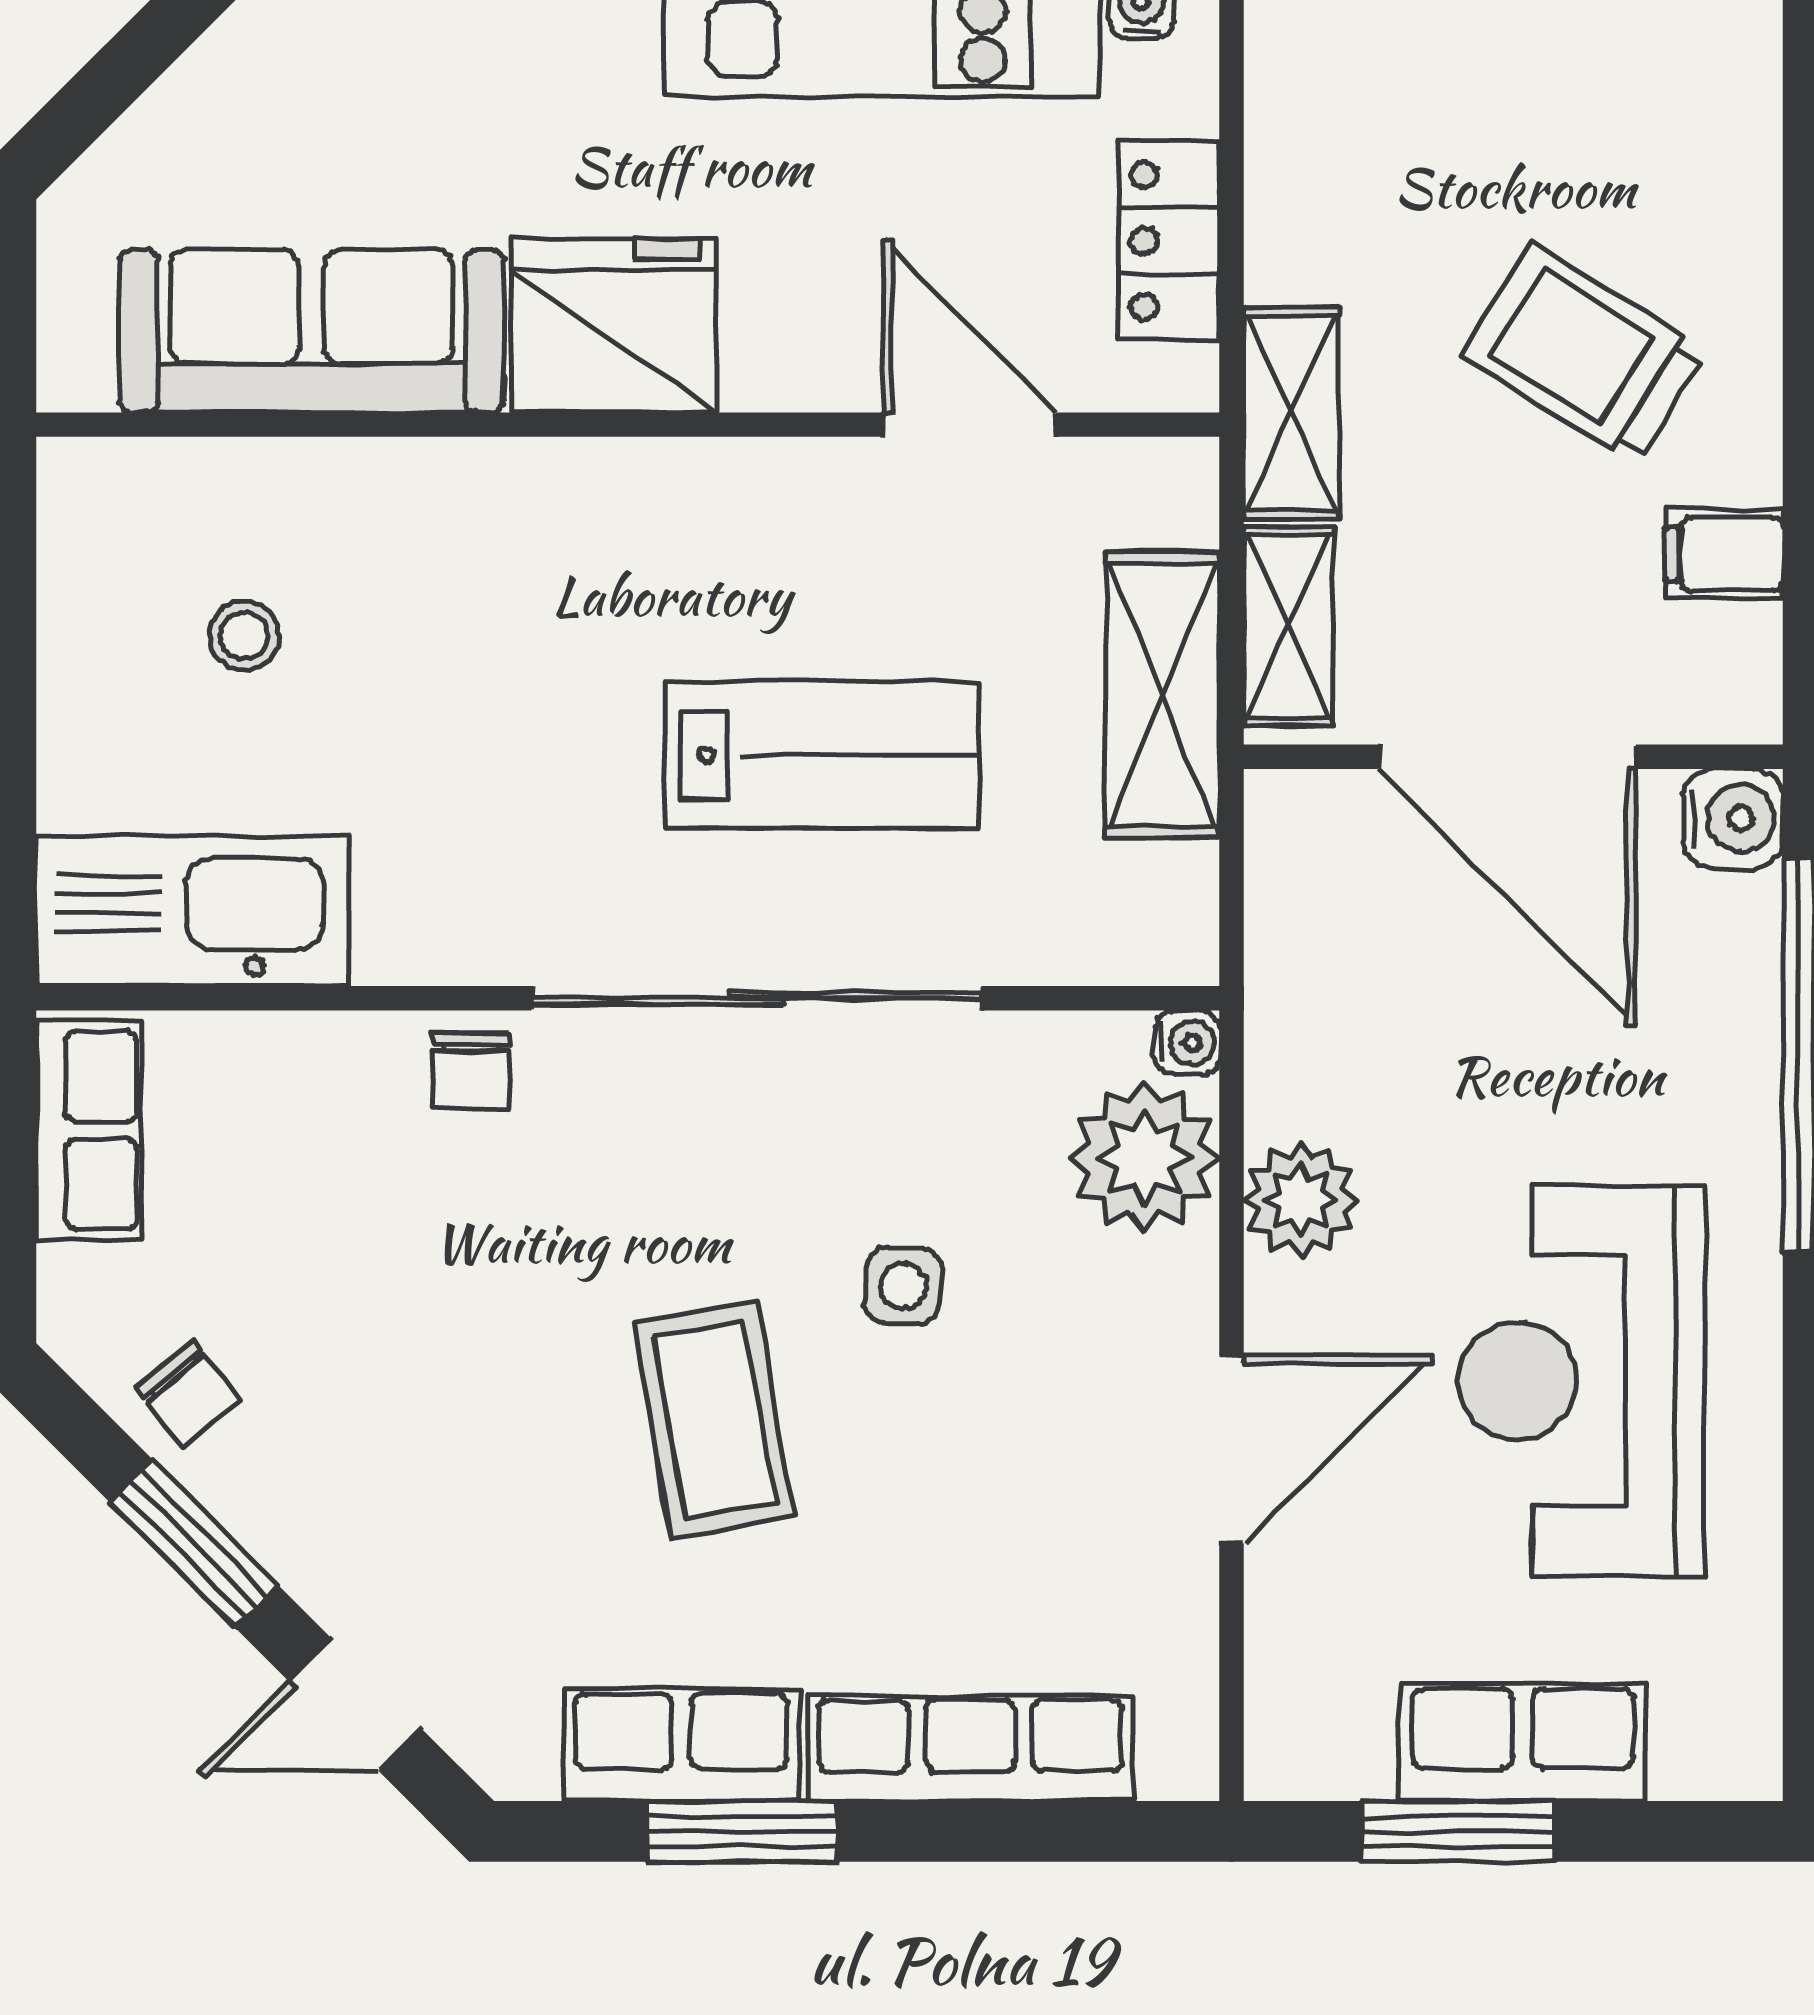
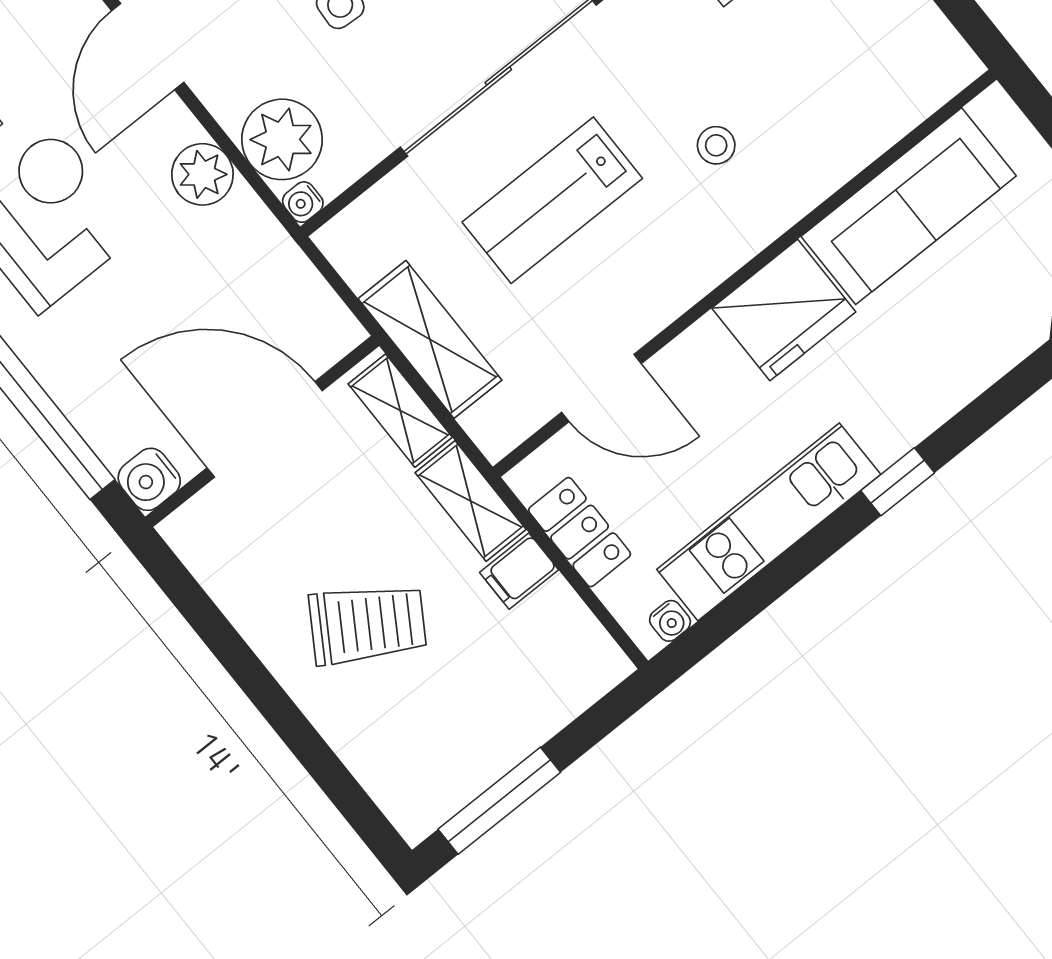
filing cabinet: (1724, 554) -> (519, 571), moved, turned 180
stool: (244, 635) -> (716, 145), moved

